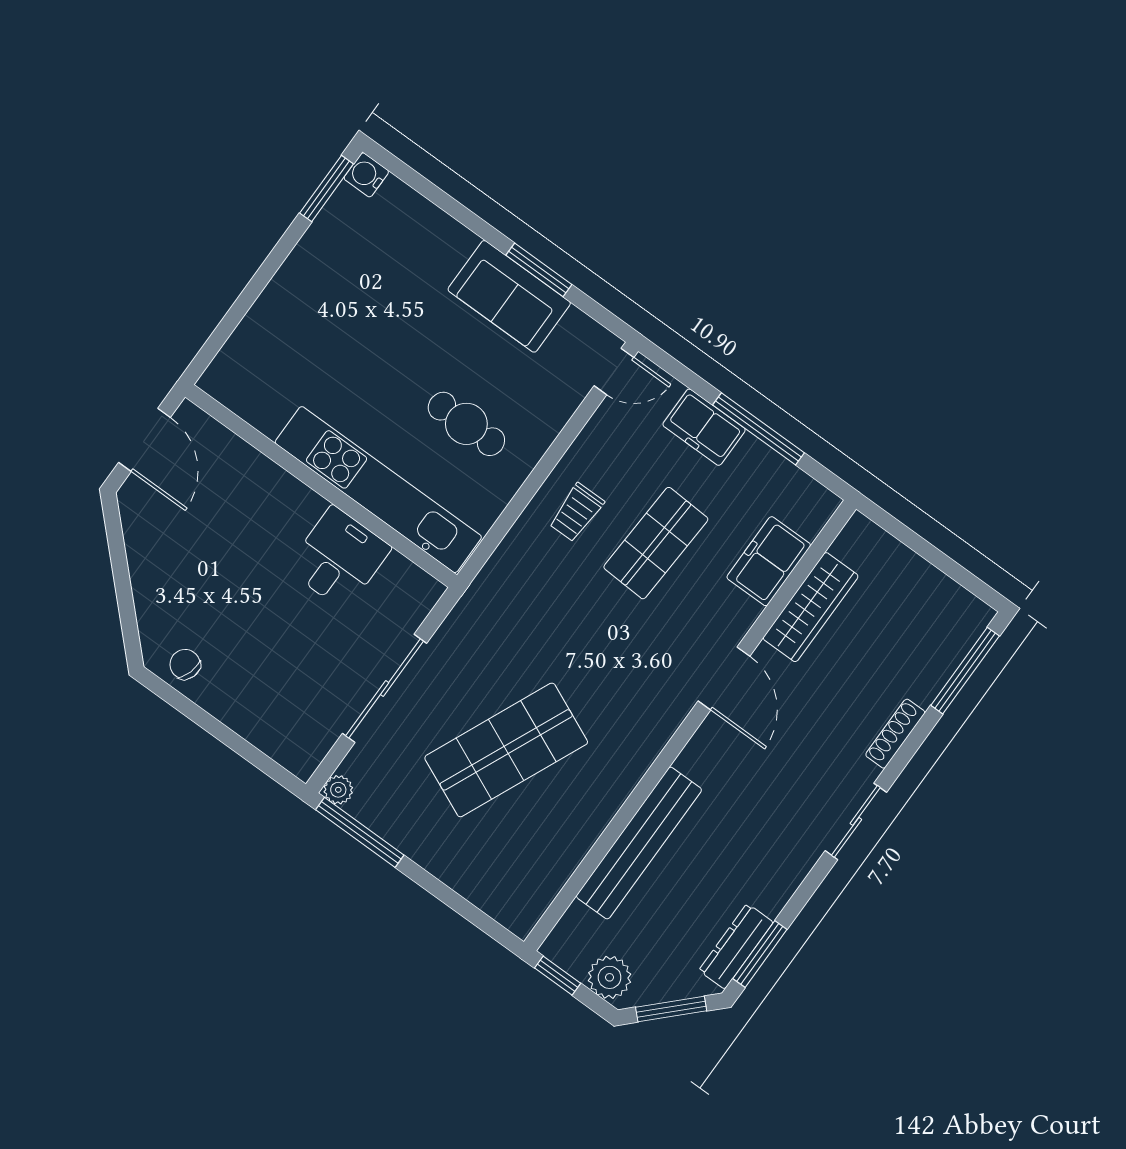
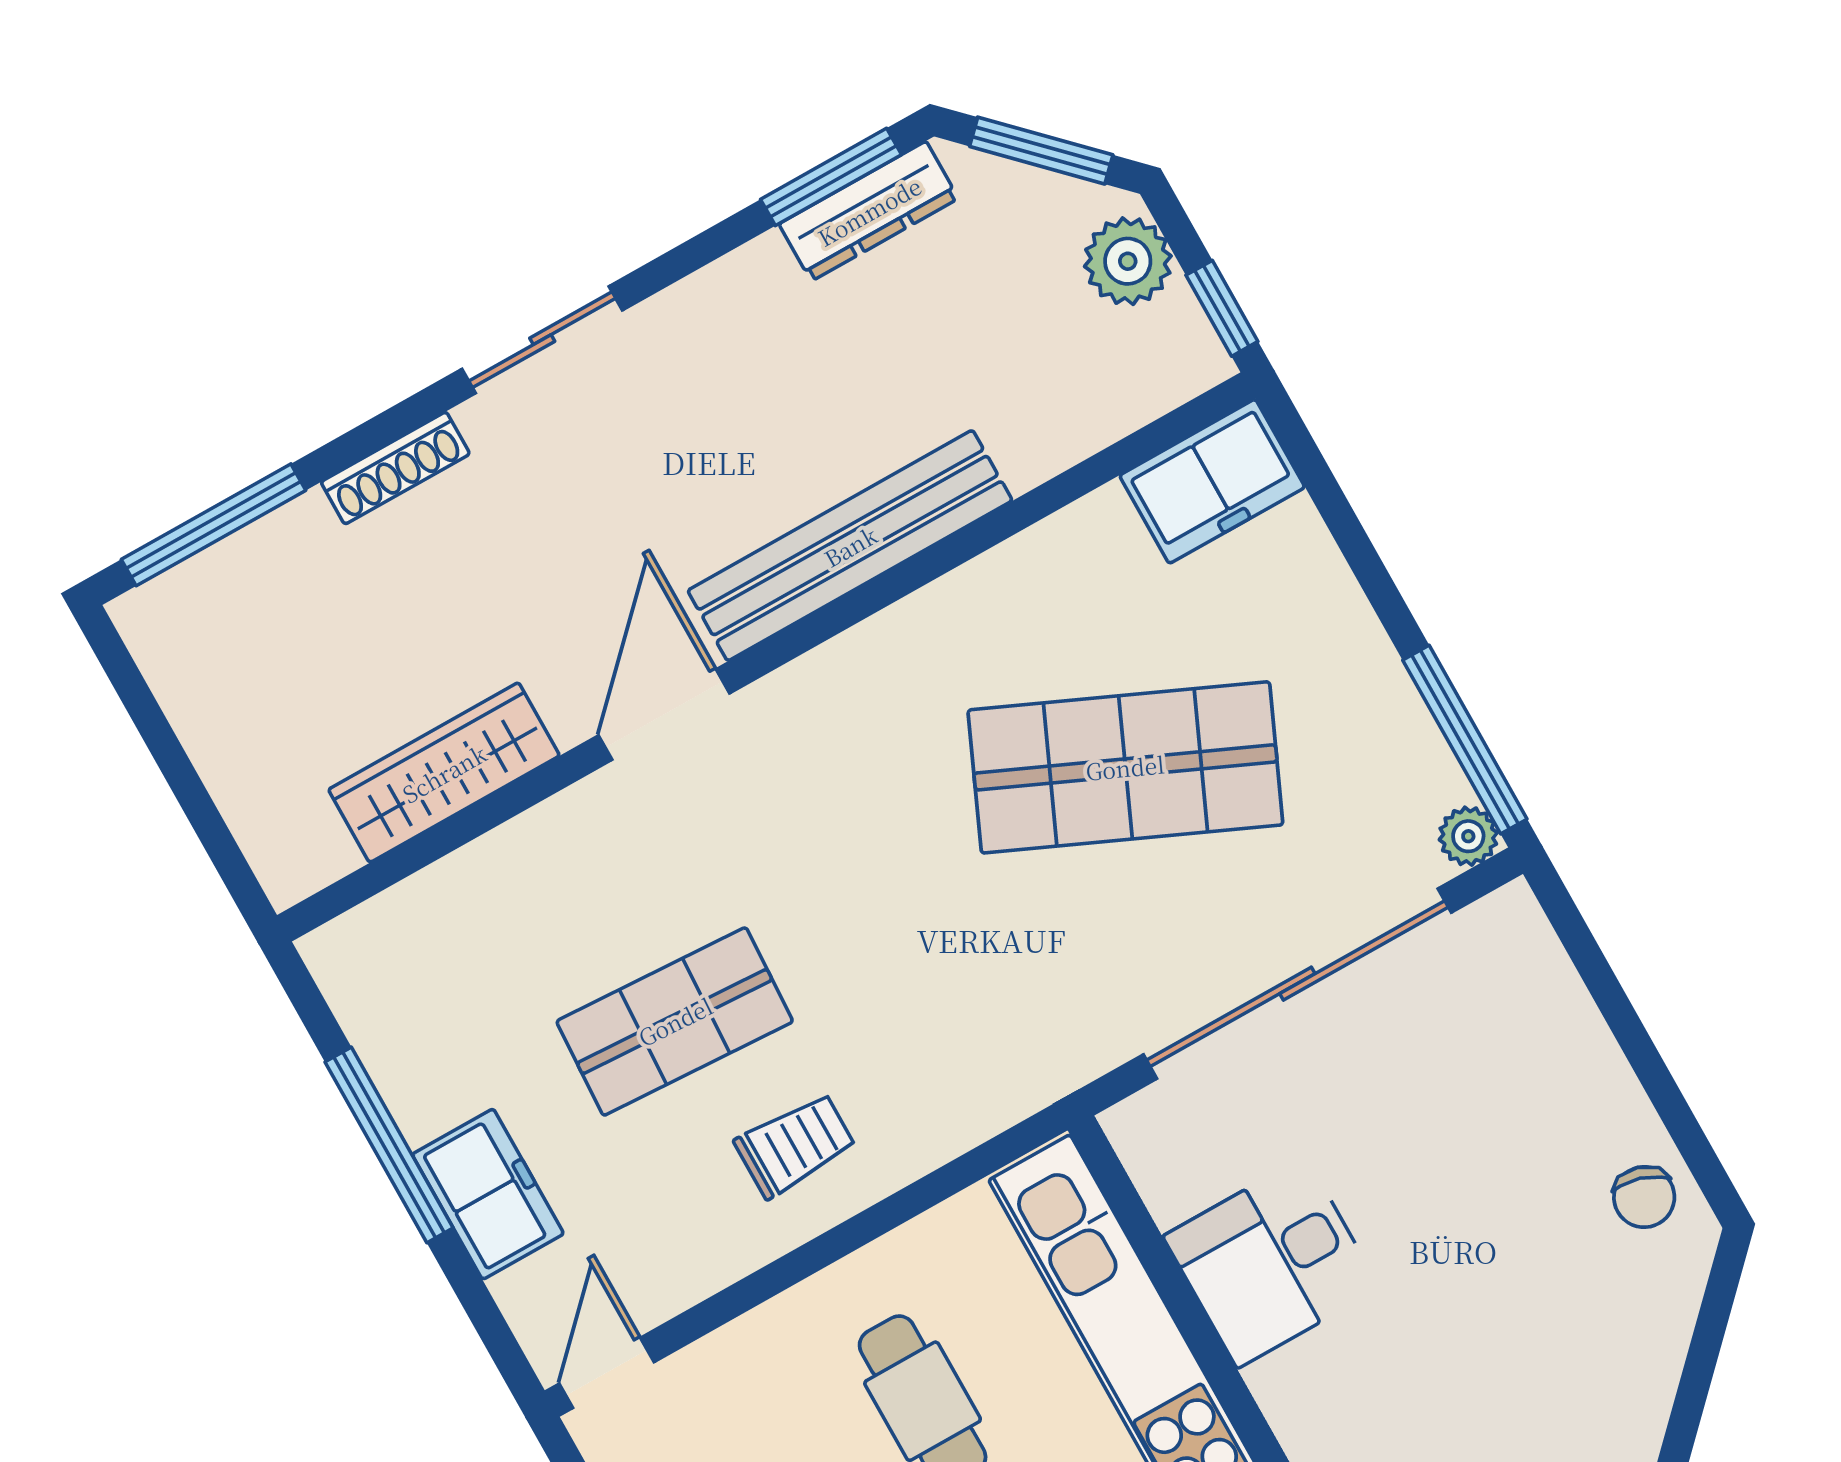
door: (614, 372) -> (607, 1373), hinge flipped
freezer: (769, 561) -> (1212, 481), moved
sliding door: (385, 688) -> (1297, 984), width x1.36
bench: (639, 843) -> (850, 546), moved

